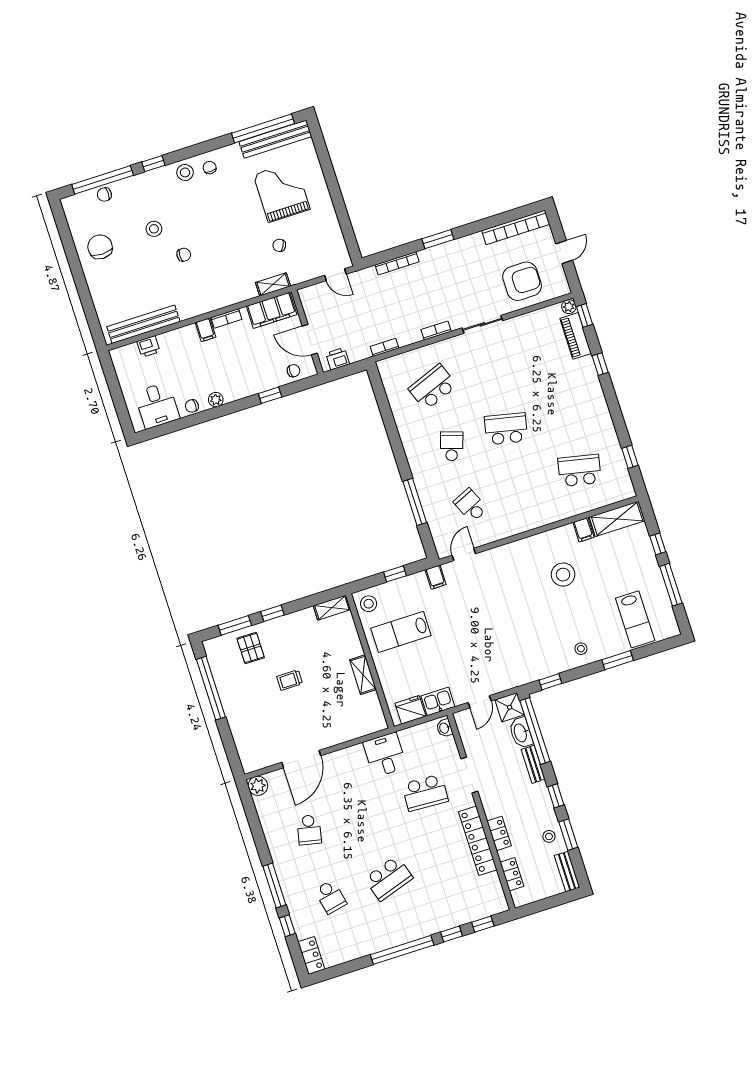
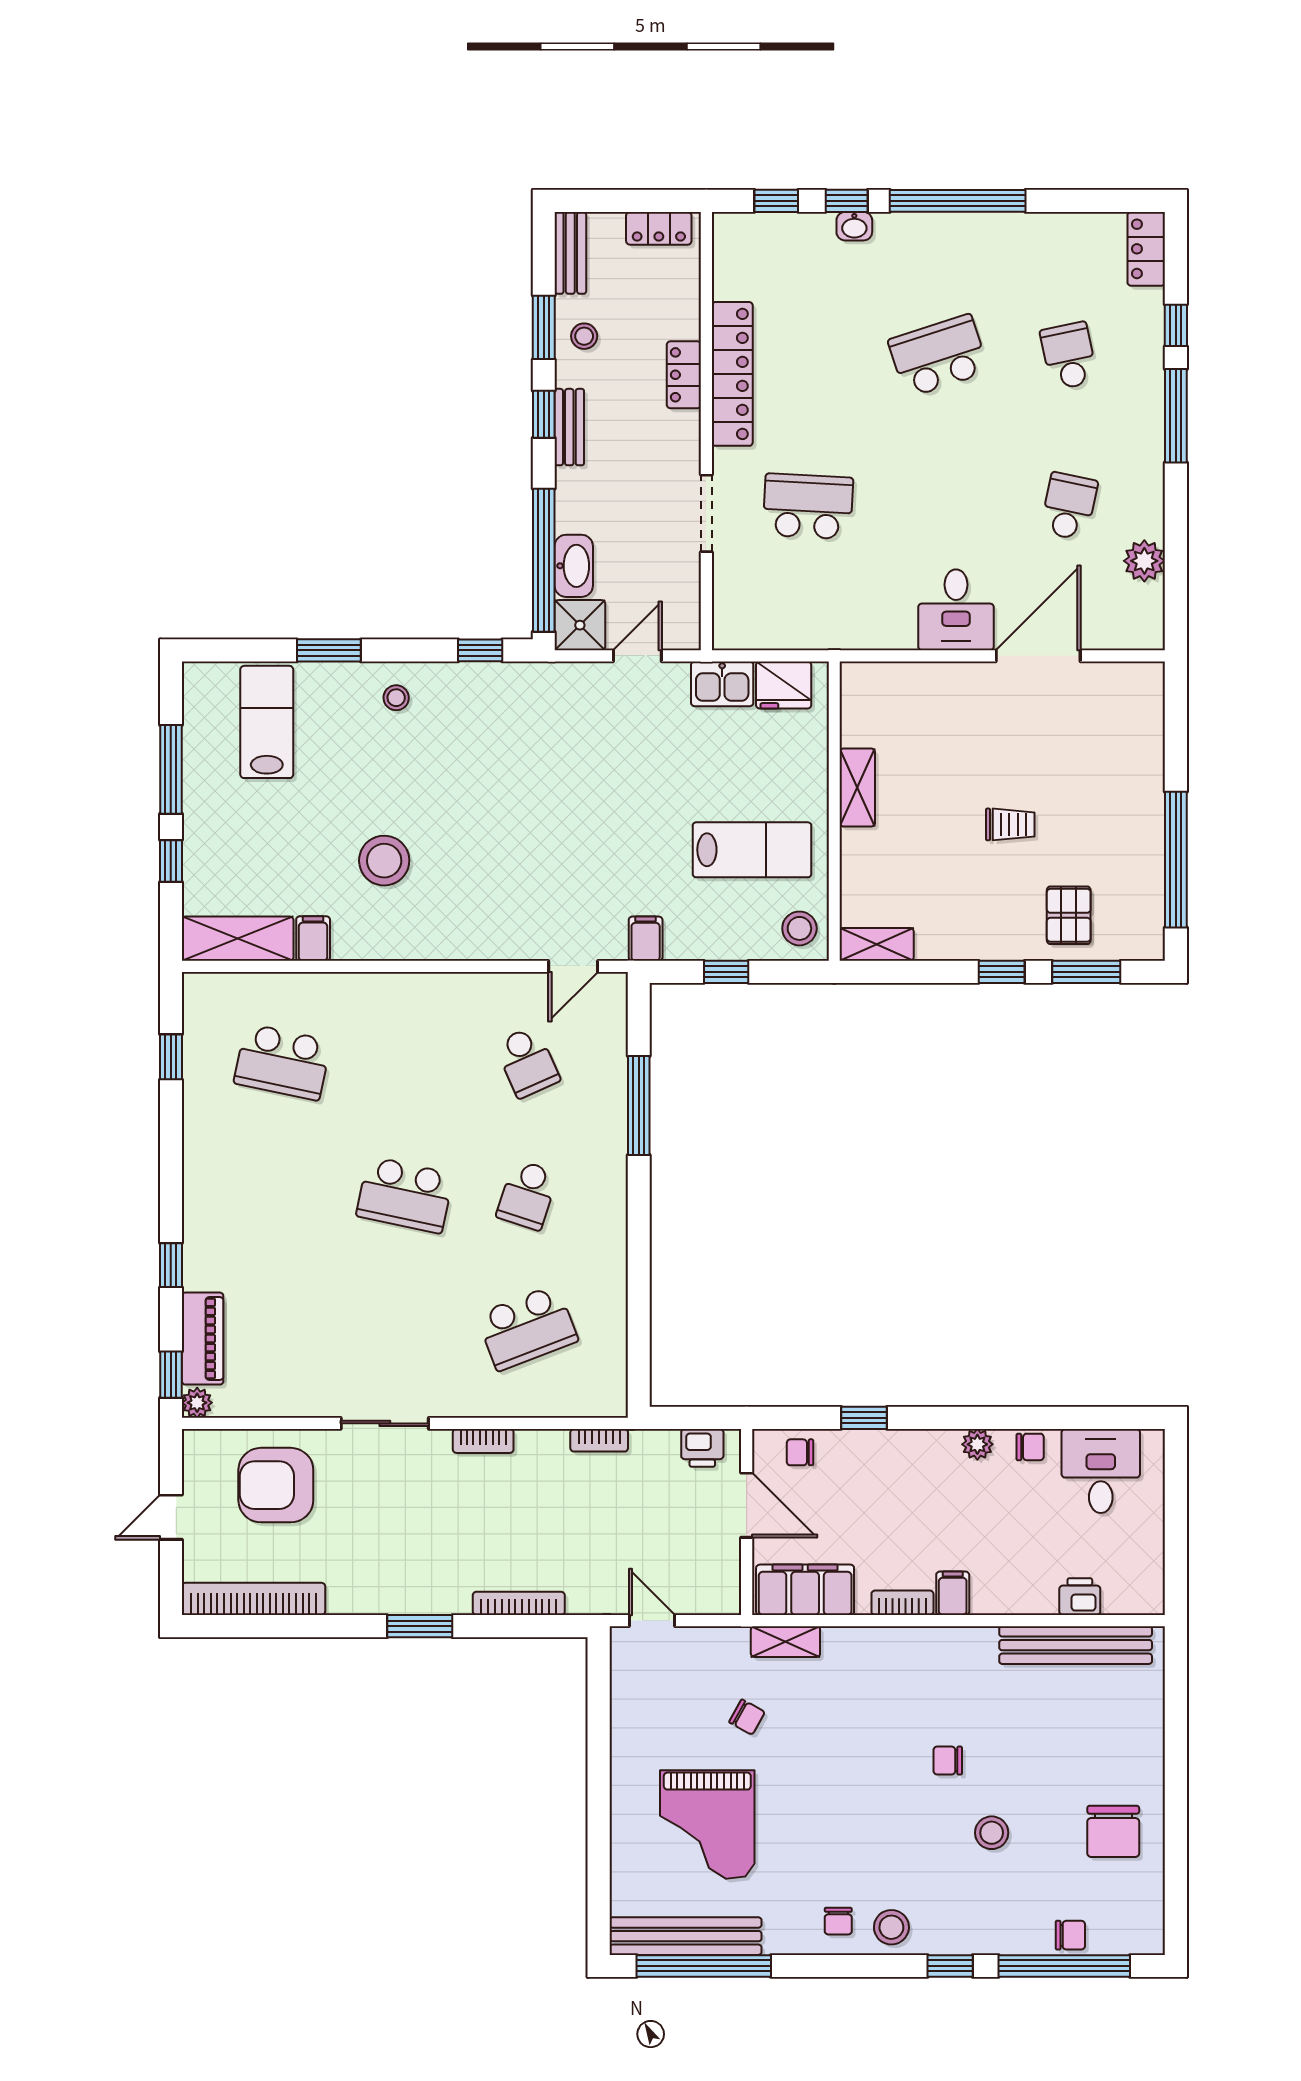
washbasin: (444, 728) -> (854, 226), moved, turned 90
desk: (385, 755) -> (956, 610), moved
bench: (533, 764) -> (569, 427), moved
plant: (258, 786) -> (1144, 561), moved
locker: (512, 874) -> (659, 228), moved, turned -90

